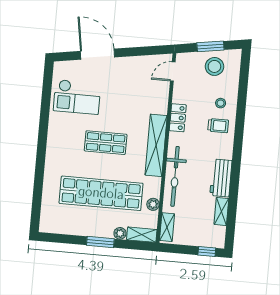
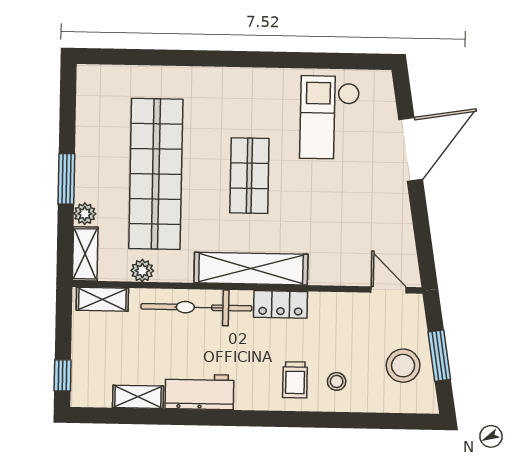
locker: (178, 118) -> (281, 304), moved

